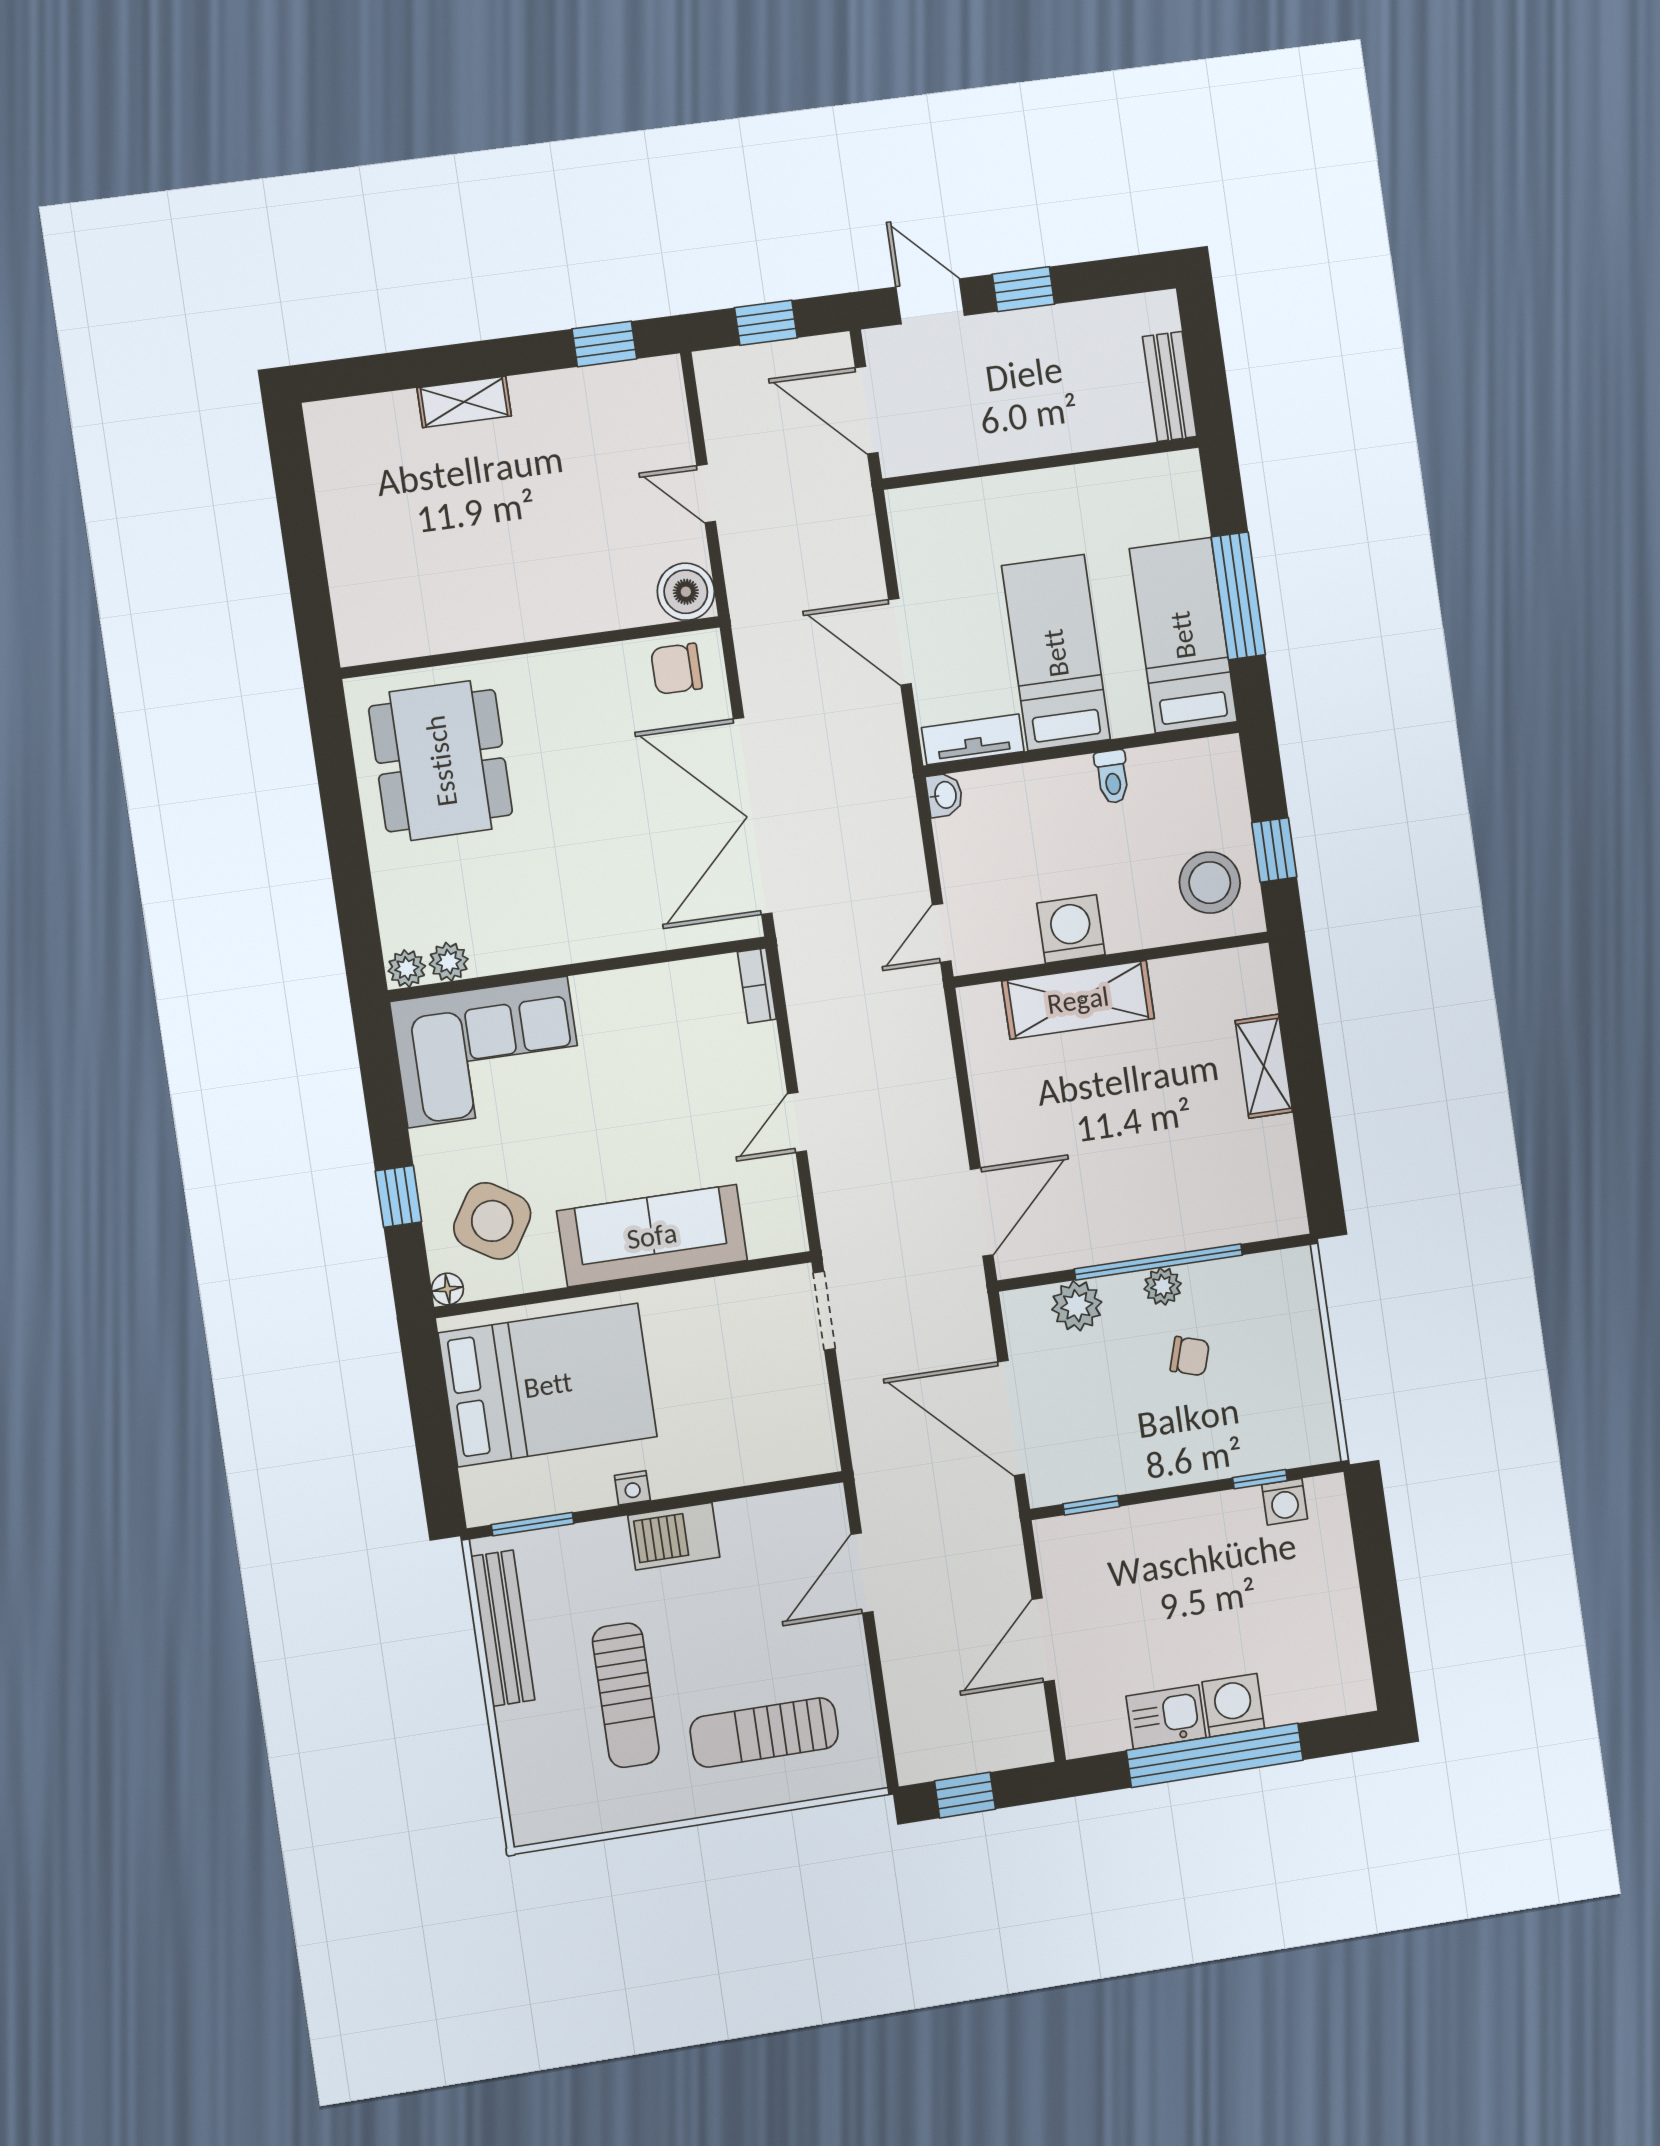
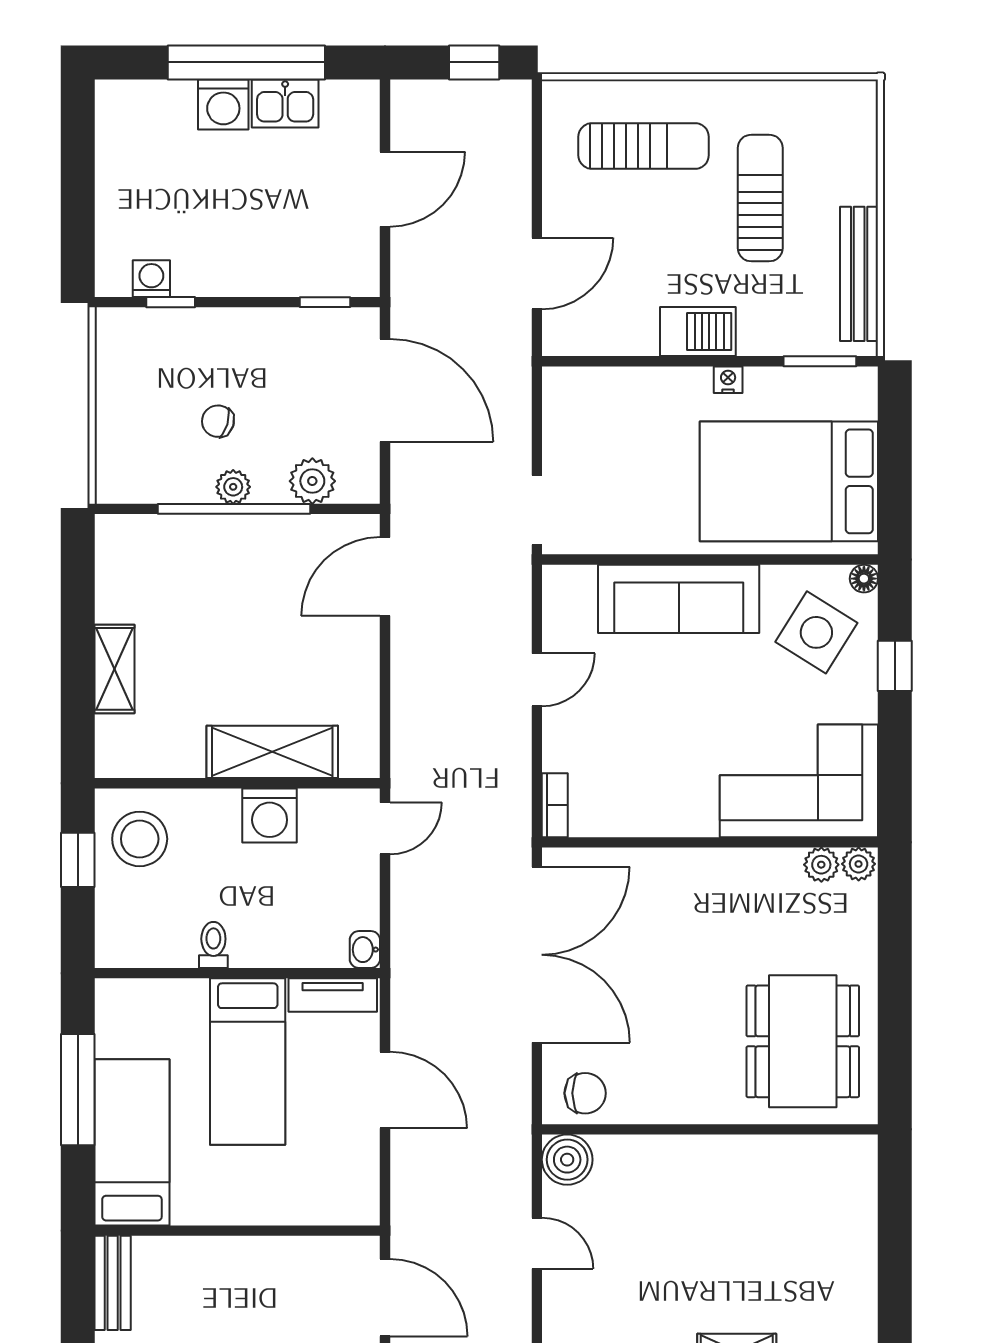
bed: (1183, 635) -> (132, 1142), moved, turned 180

